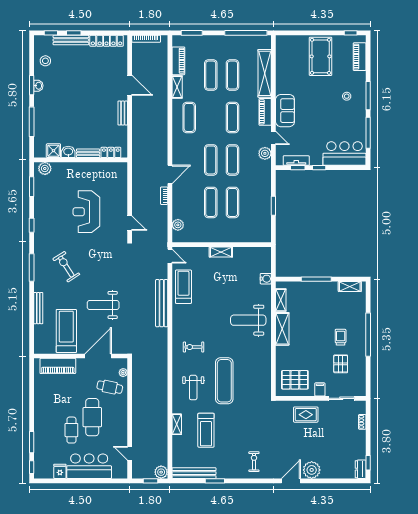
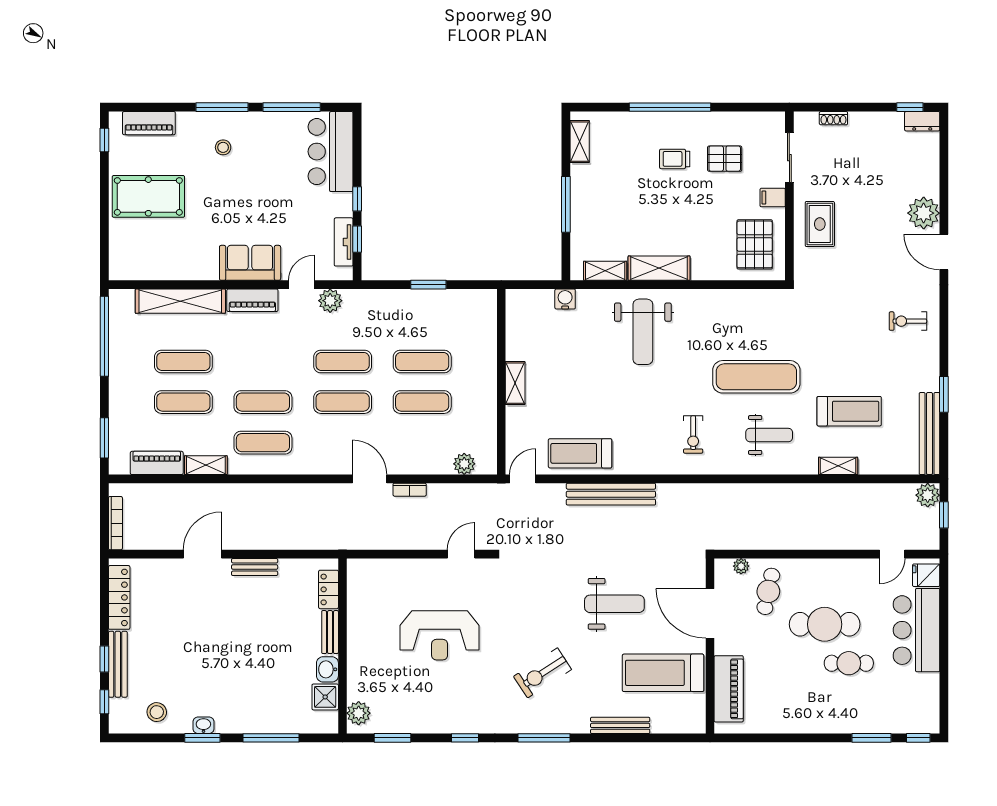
exercise mat: (232, 117) -> (263, 402), moved
weight bench: (103, 305) -> (614, 604), turned -90
fridge: (60, 471) -> (926, 575), moved

